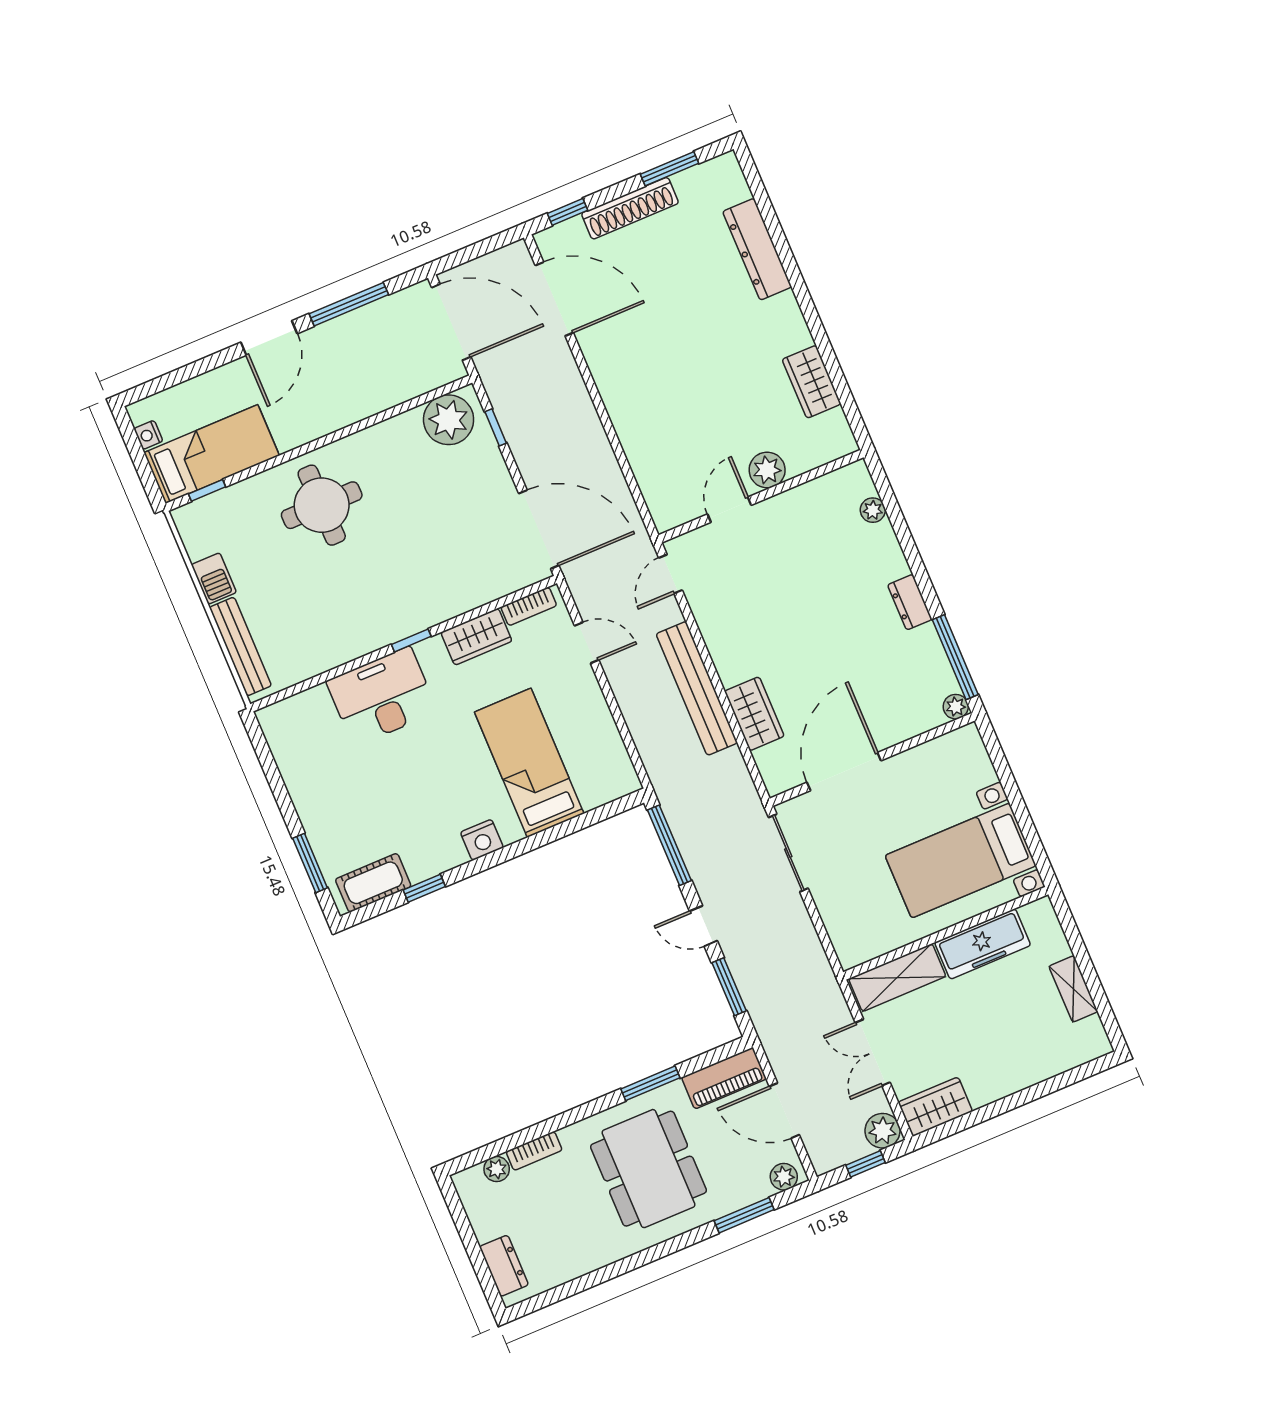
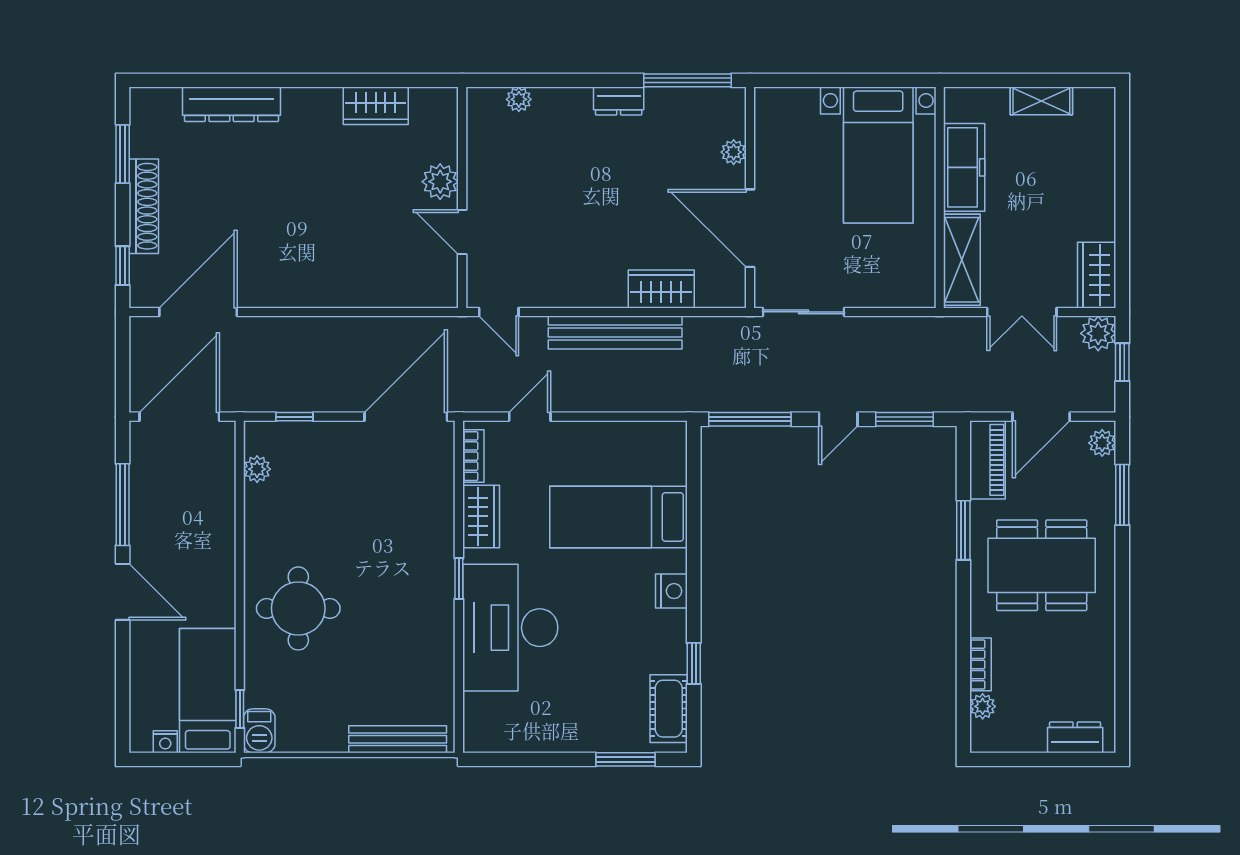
plant: (449, 420) -> (257, 469), width x0.53, depth x0.53
barbecue: (214, 578) -> (259, 731), moved, turned 90
desk: (382, 696) -> (510, 628), width x1.36, depth x1.30
plant: (956, 707) -> (734, 152), moved

